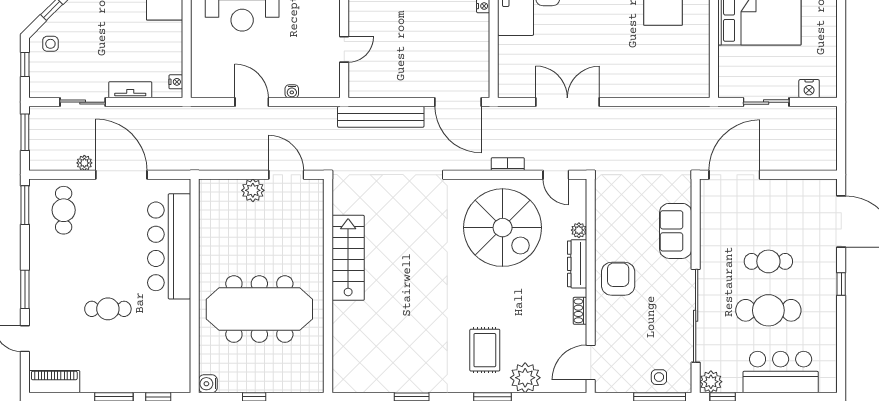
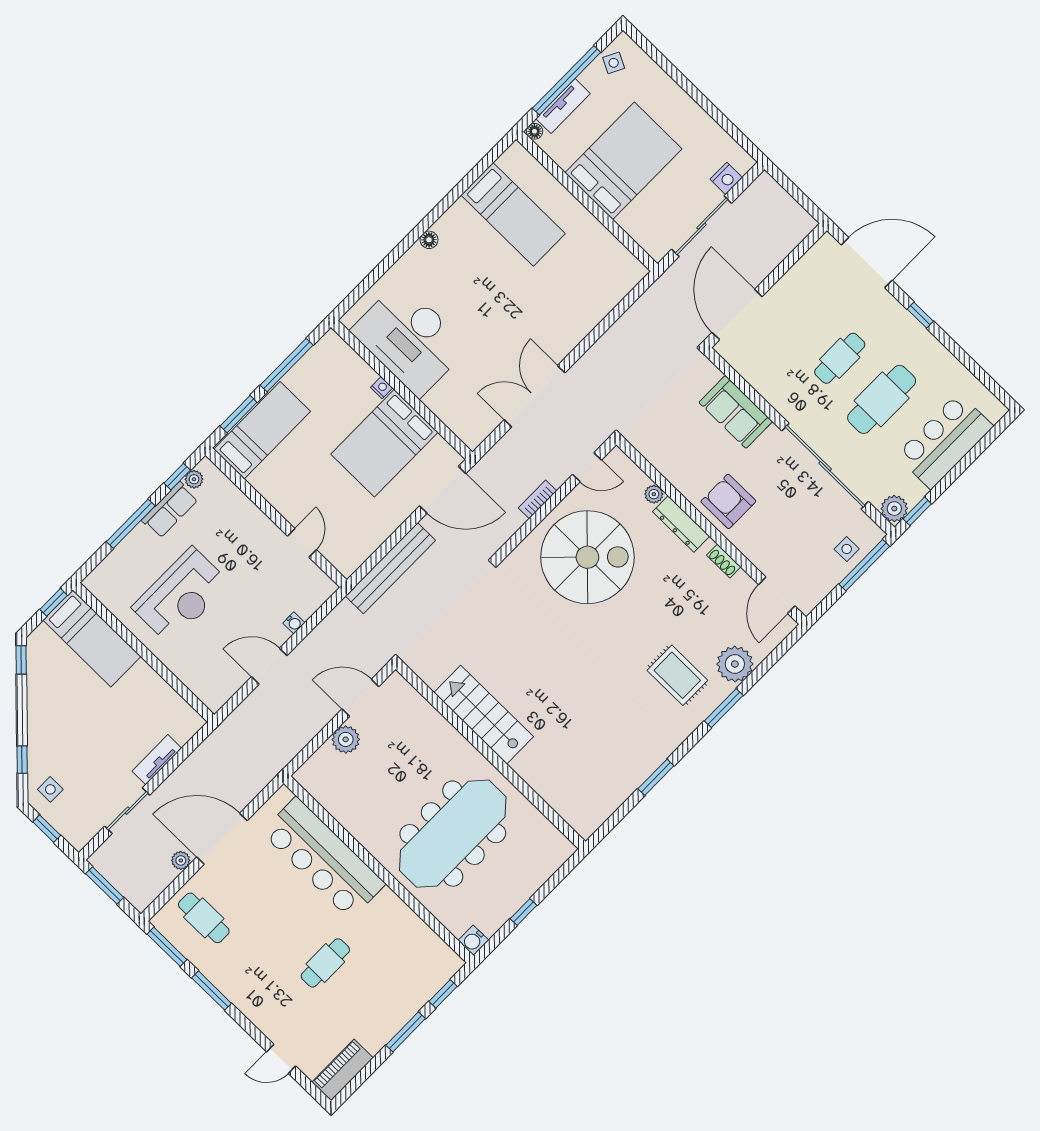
bed: (452, 40) -> (384, 443), added
nightstand: (176, 82) -> (188, 714), removed
sliding door: (766, 102) -> (702, 226), width x1.37
window: (25, 289) -> (212, 991), moved

